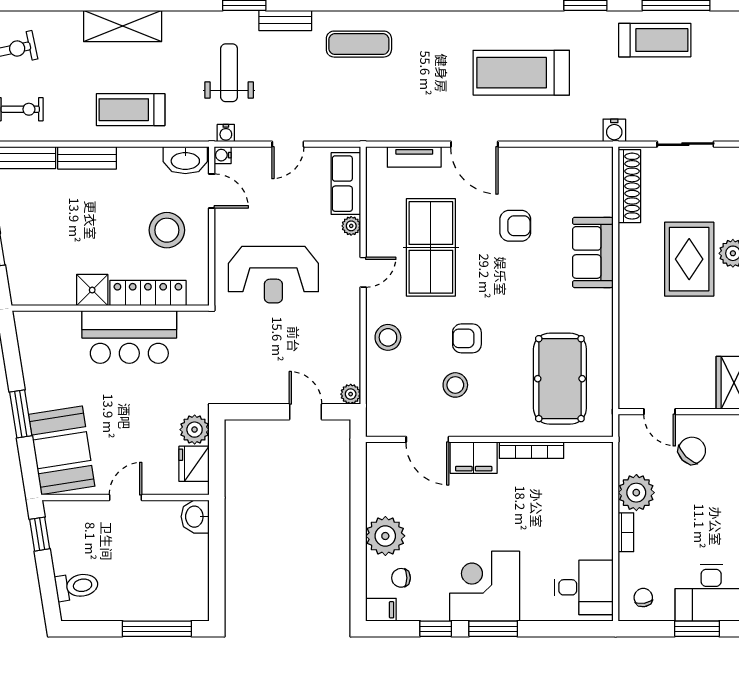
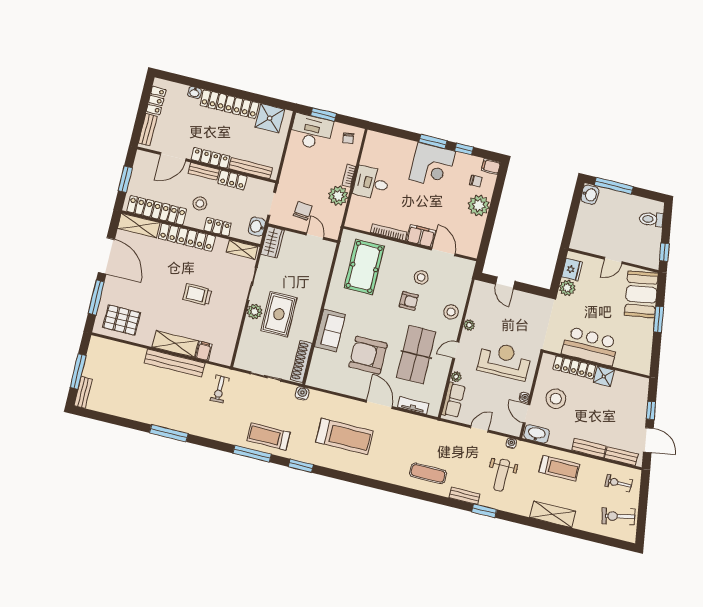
water cooler: (223, 155) -> (524, 397), moved
armchair: (515, 226) -> (368, 355), width x1.88, depth x1.88
plant: (351, 394) -> (469, 325), moved
chair: (692, 451) -> (303, 211), turned 141
washbasin: (195, 517) -> (590, 195), moved
desk: (584, 587) -> (371, 183), moved

